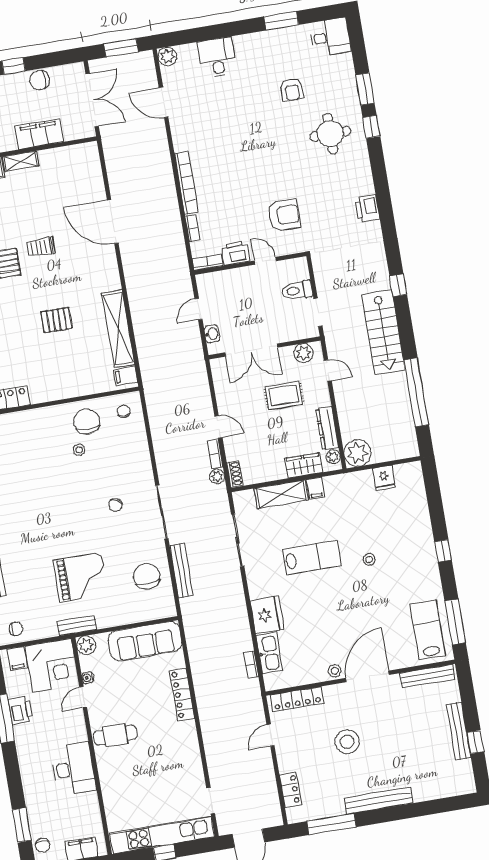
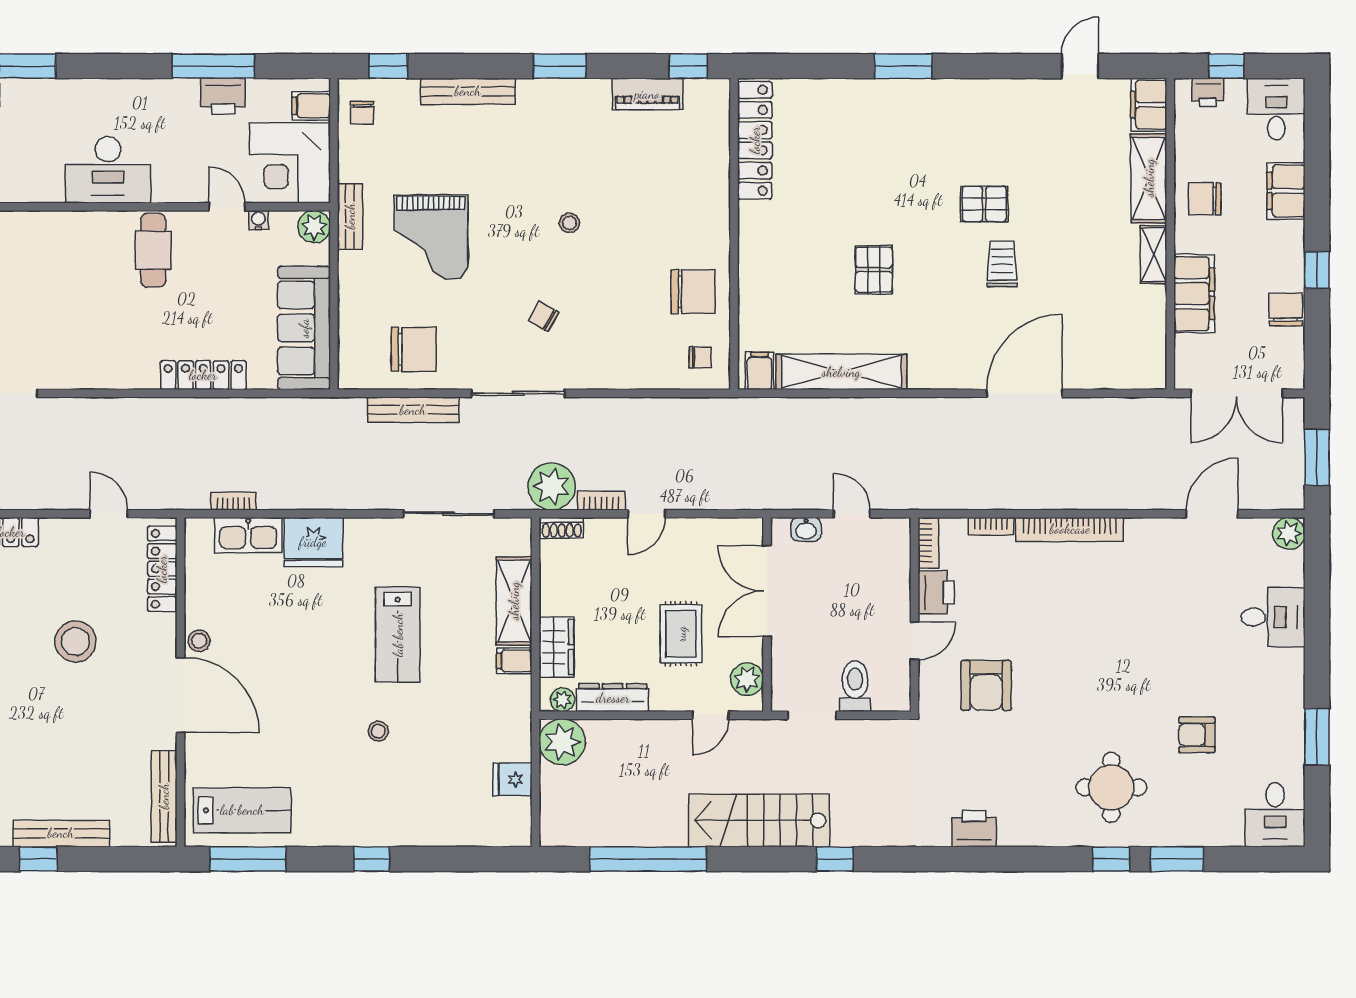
stool: (79, 450) -> (569, 223), moved
plant: (217, 476) -> (552, 486), width x1.87, depth x1.87

